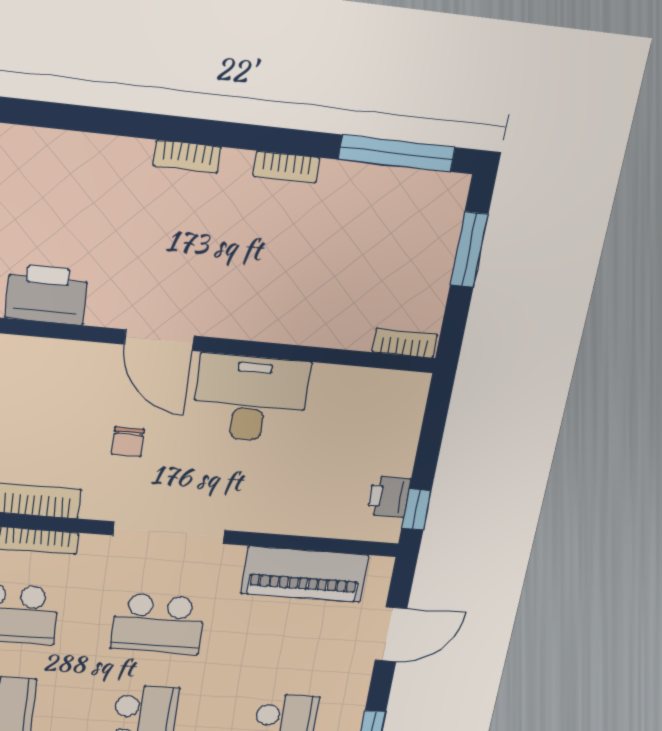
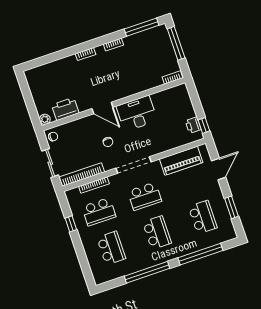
window: (469, 250) -> (176, 43), width x1.44

